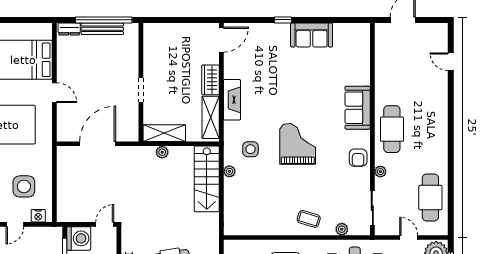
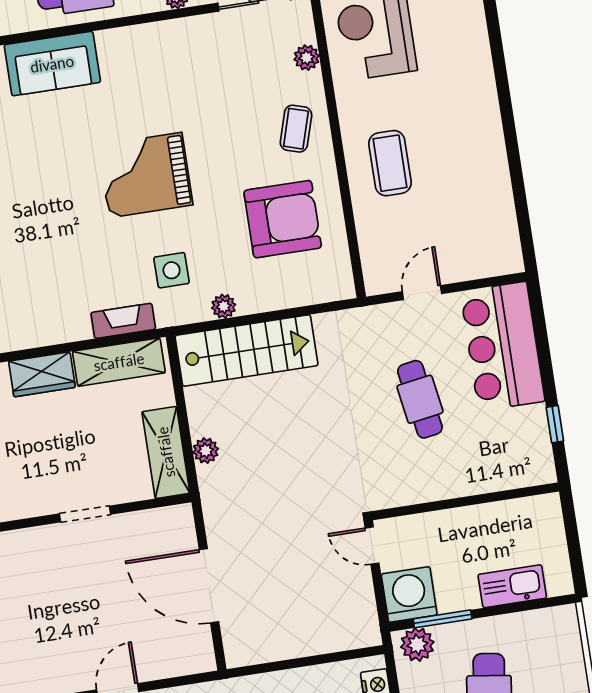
fireplace: (232, 100) -> (123, 321), moved, width x0.73, depth x0.76
armchair: (358, 158) -> (283, 219), moved, width x1.88, depth x1.88
plant: (54, 239) -> (417, 645), added

